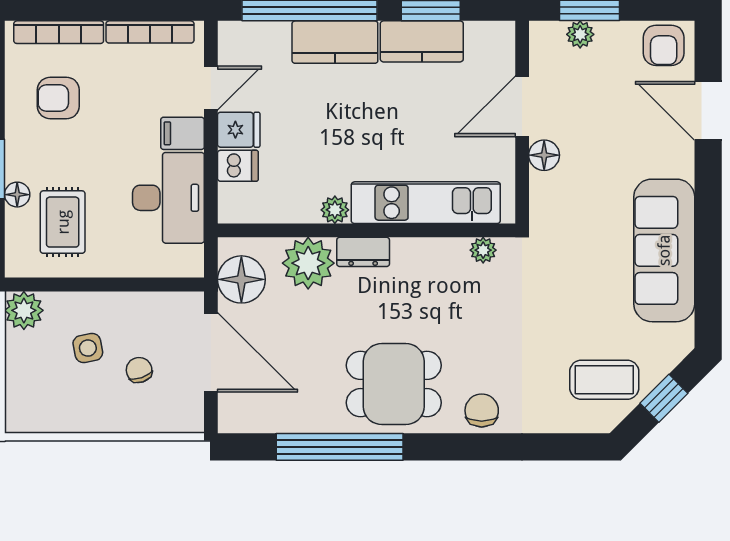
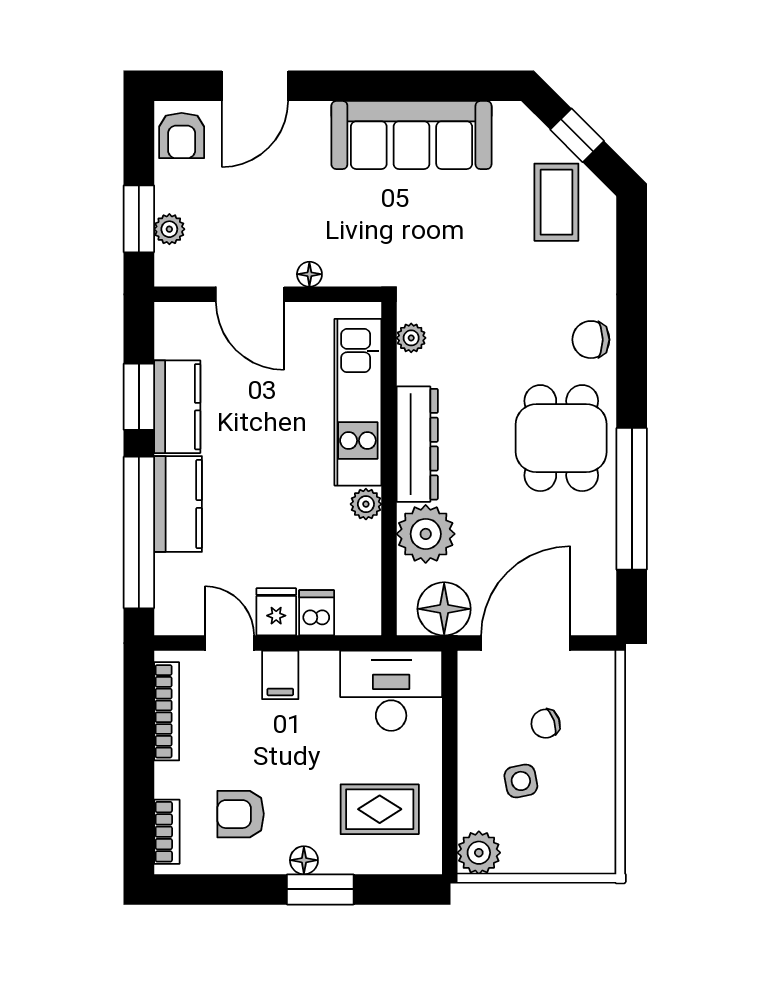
bookcase: (59, 32) -> (167, 832), width x0.64
armchair: (664, 45) -> (182, 136), turned 90
armchair: (58, 98) -> (241, 814), turned 90
floor lamp: (544, 155) -> (309, 274), width x0.73, depth x0.73
floor lamp: (17, 195) -> (304, 860), moved
desk: (168, 198) -> (391, 691), moved
dresser: (363, 252) -> (417, 444), width x1.96, depth x1.24

